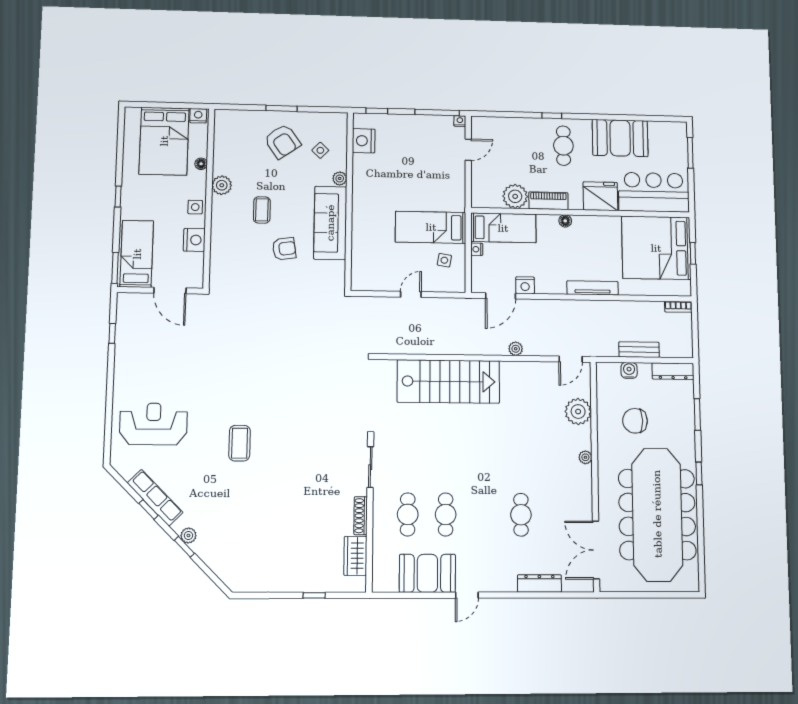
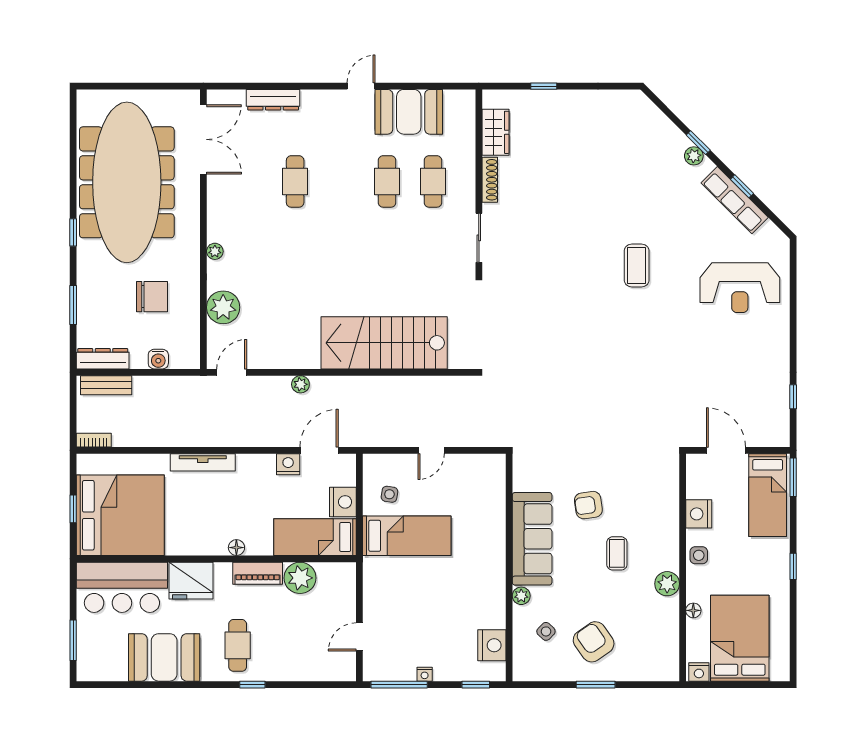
nightstand: (460, 121) -> (425, 674), moved
nightstand: (477, 249) -> (343, 502), width x1.89, depth x1.79
bench: (639, 350) -> (106, 385), moved

